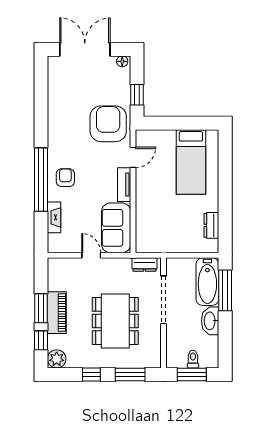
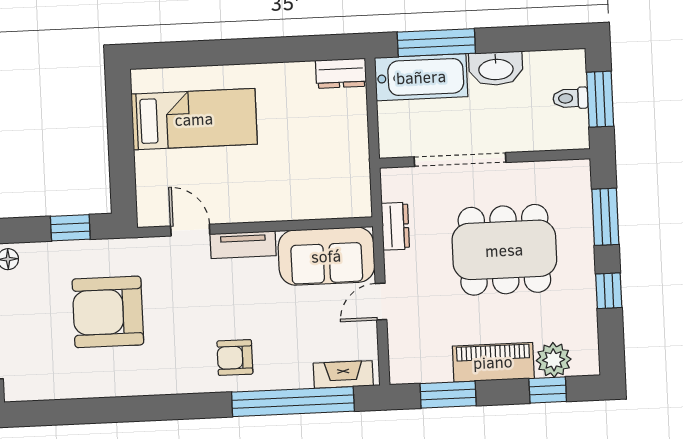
armchair: (108, 124) -> (108, 312), moved
window: (41, 180) -> (293, 402), moved
fireplace: (54, 217) -> (343, 374), moved
dresser: (211, 225) -> (341, 73), moved
dresser: (145, 265) -> (395, 226), moved
window: (41, 308) -> (448, 395), moved
plant: (57, 359) -> (554, 360), moved

